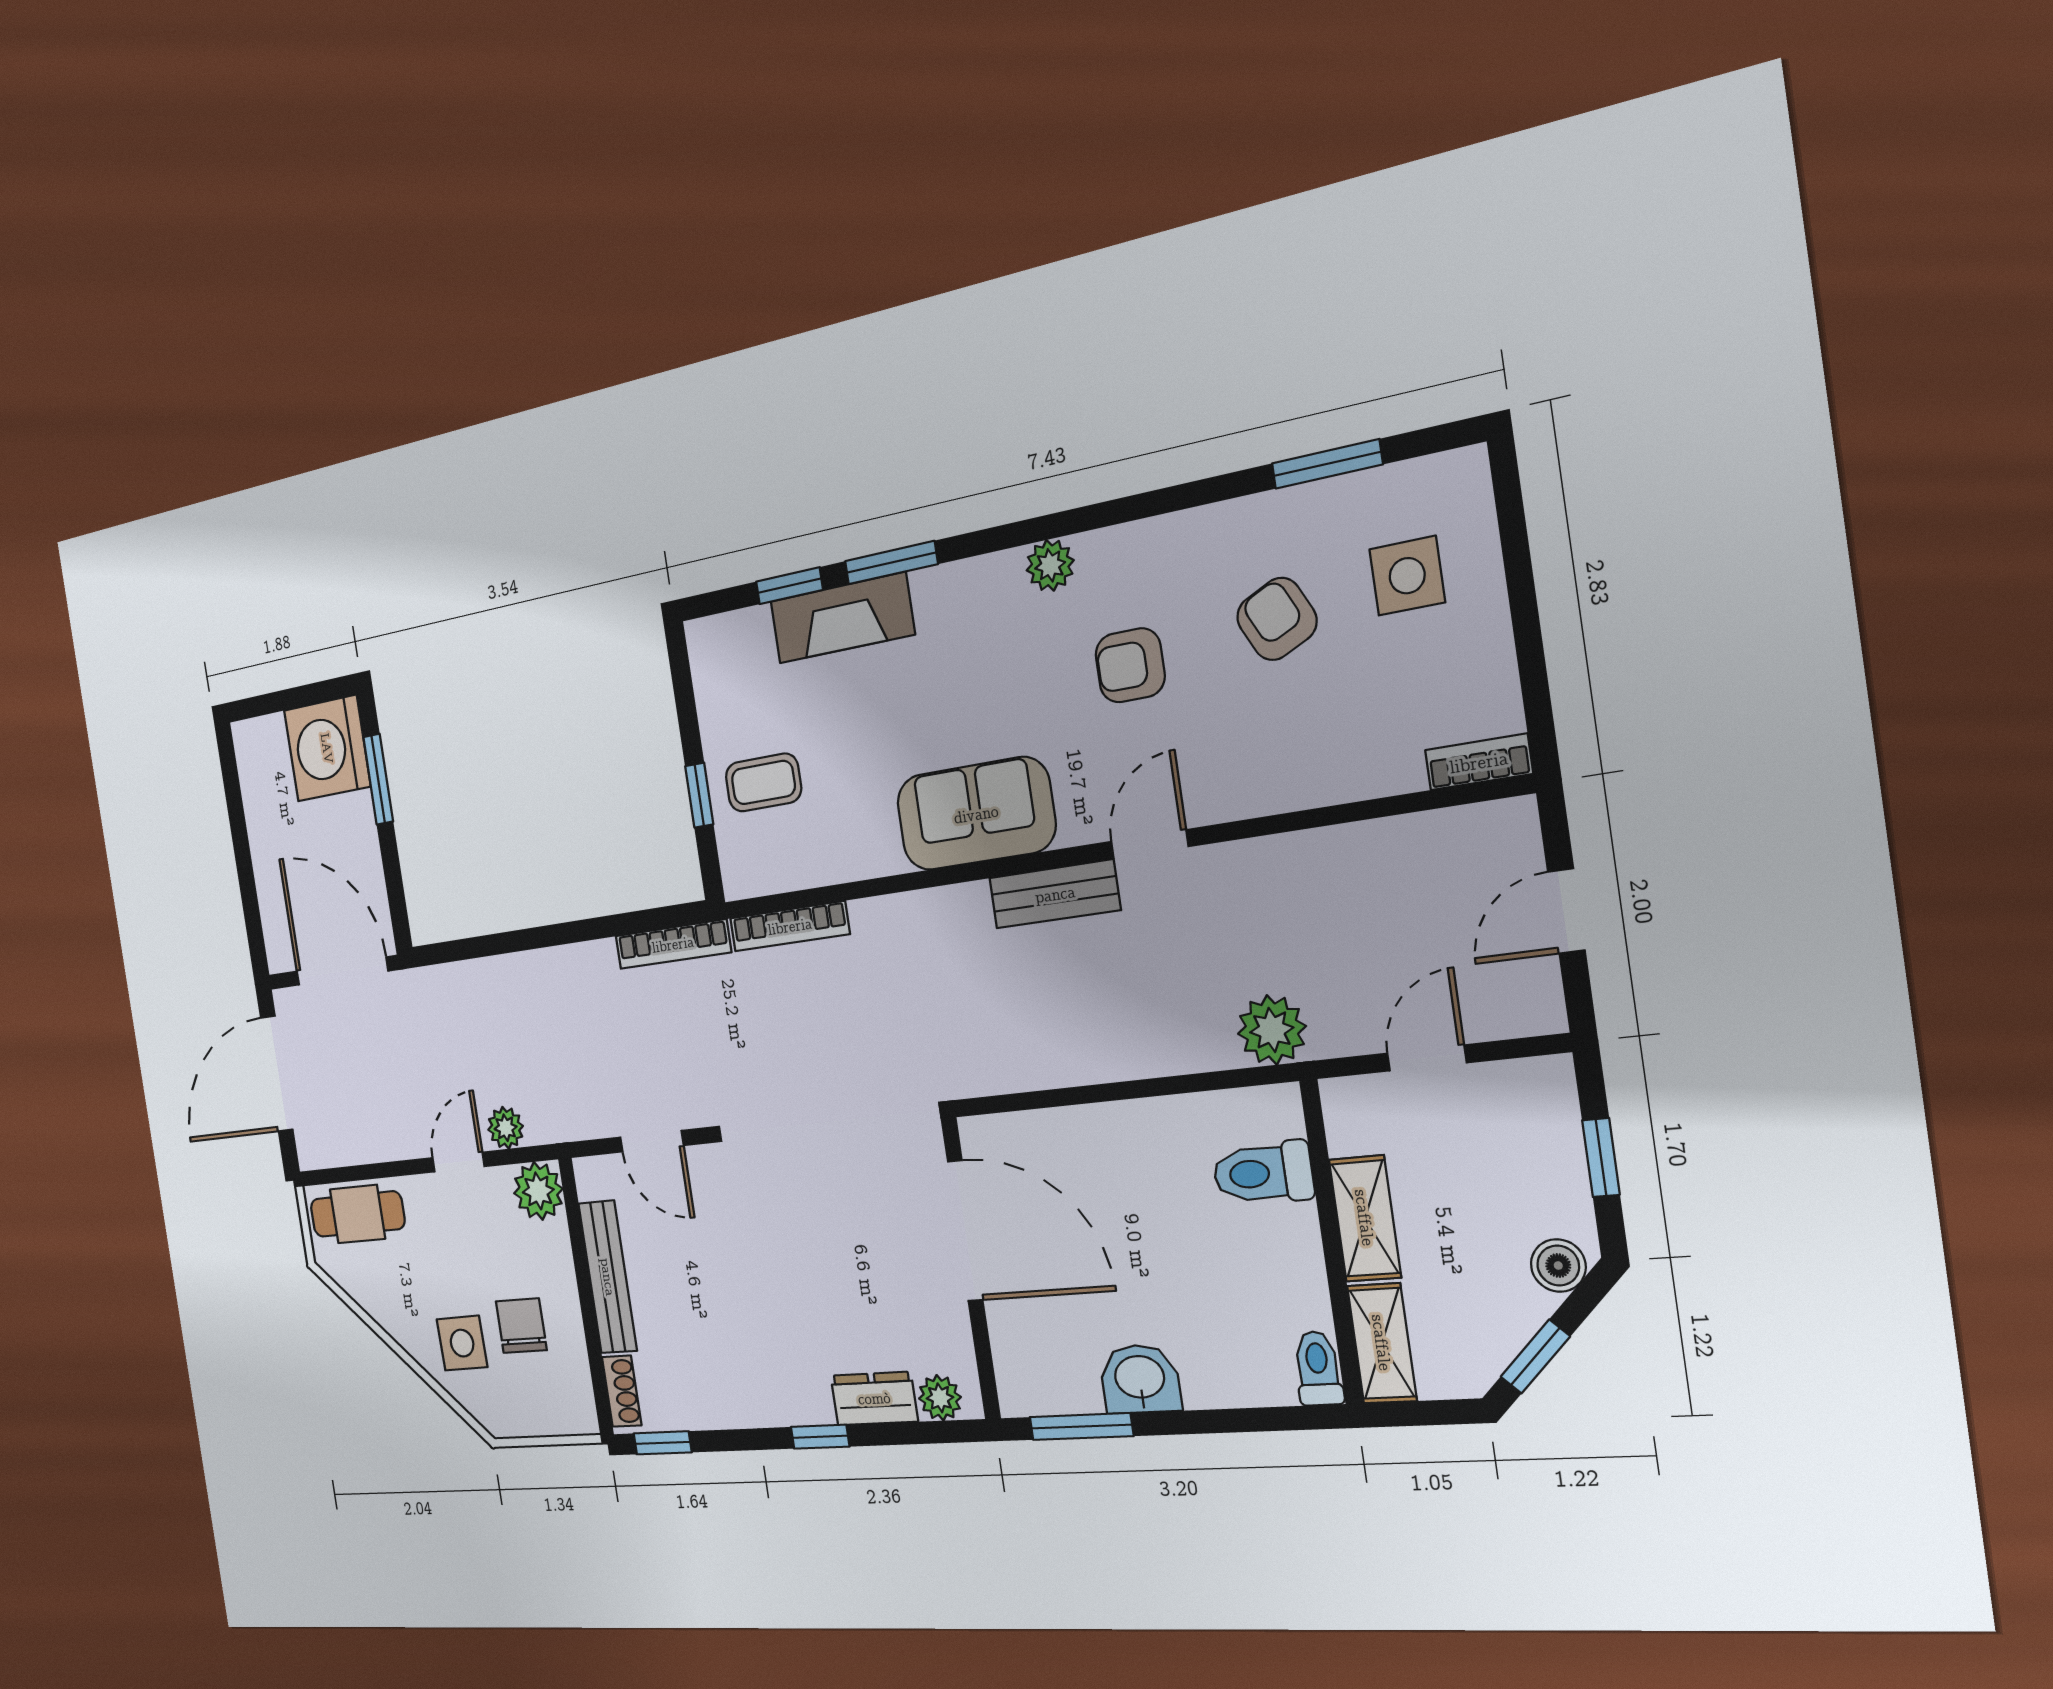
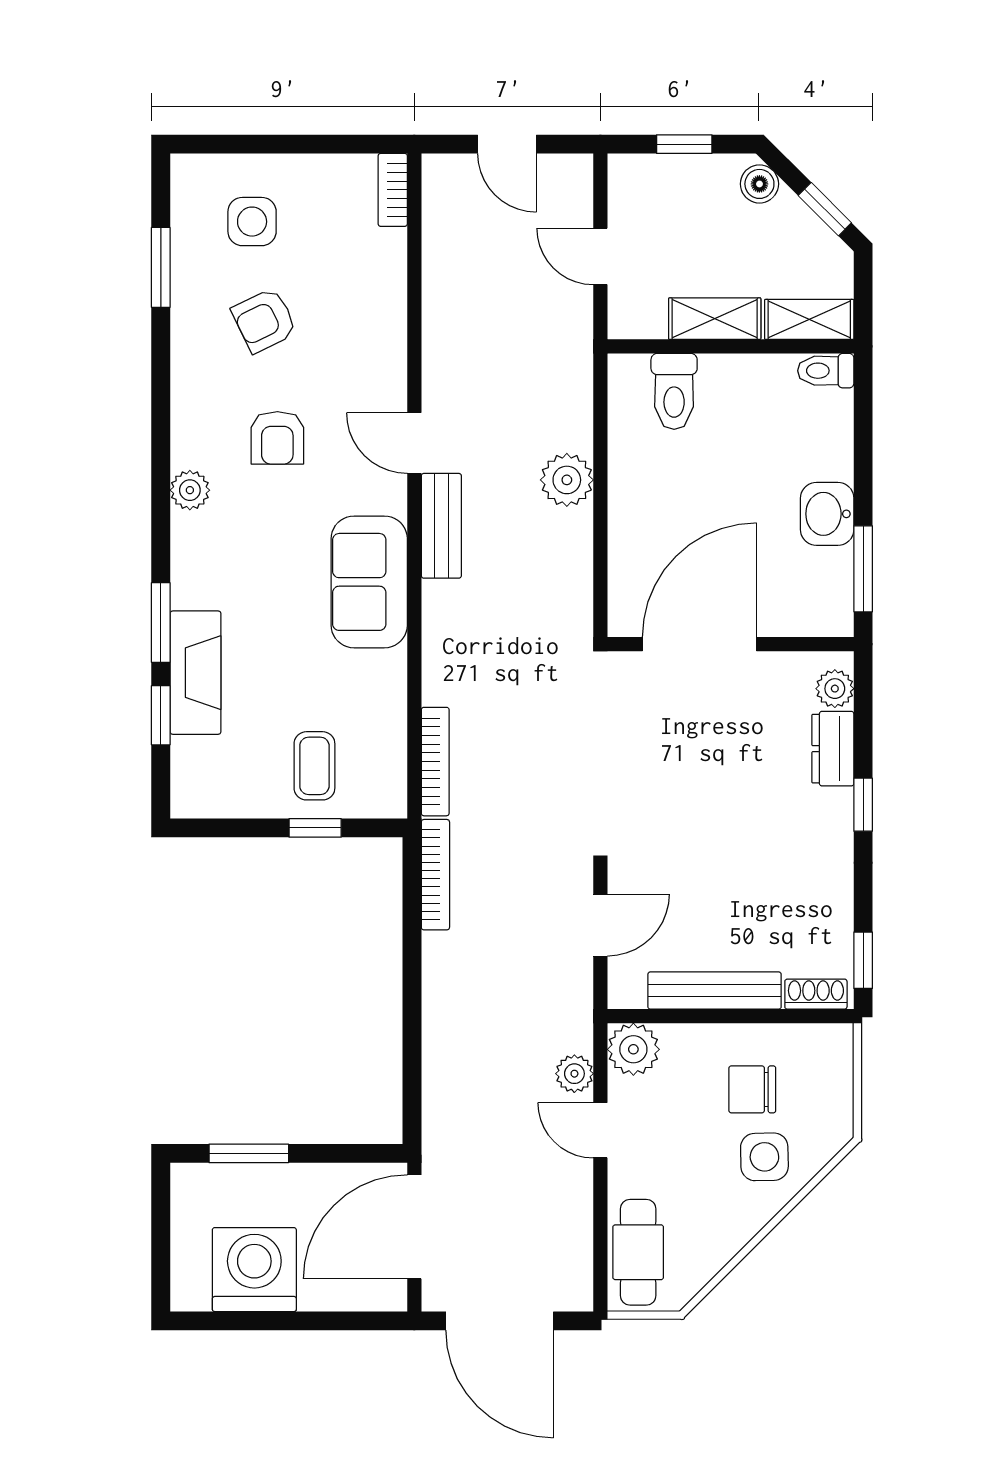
washing machine: (327, 748) -> (254, 1270), moved, turned 180
plant: (1272, 1030) -> (567, 480), moved

